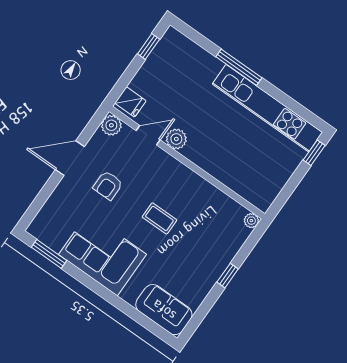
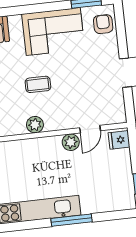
plant: (111, 125) -> (35, 125), moved
armchair: (108, 185) -> (103, 24), moved

